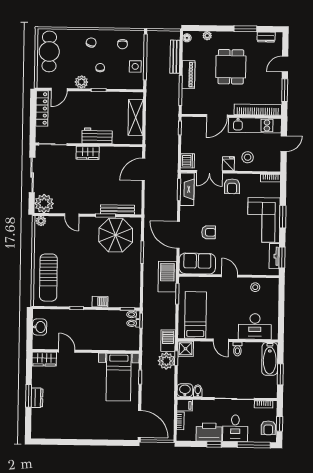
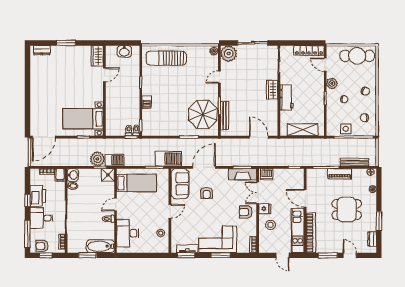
dresser: (37, 398) -> (42, 50), moved

